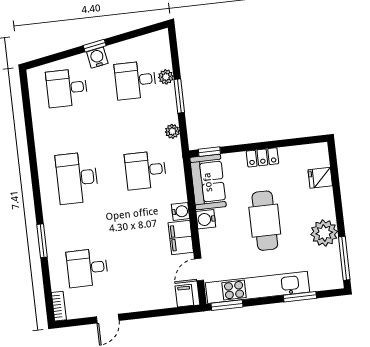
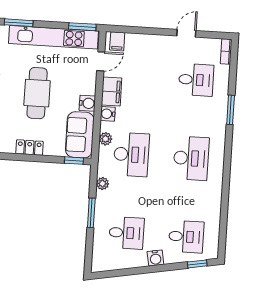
window: (95, 46) -> (197, 264), moved
plant: (166, 77) -> (106, 139), moved
desk: (145, 170) -> (131, 154), width x1.37

